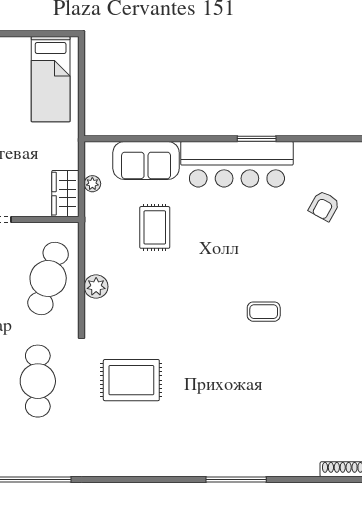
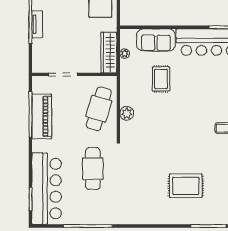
wardrobe: (65, 194) -> (109, 52), width x1.50
rug: (131, 380) -> (186, 186), moved

